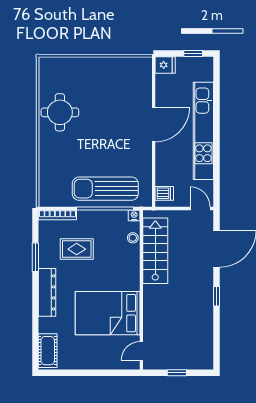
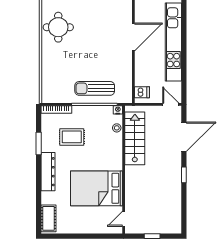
sun lounger: (105, 189) -> (95, 88), width x0.73, depth x0.75

